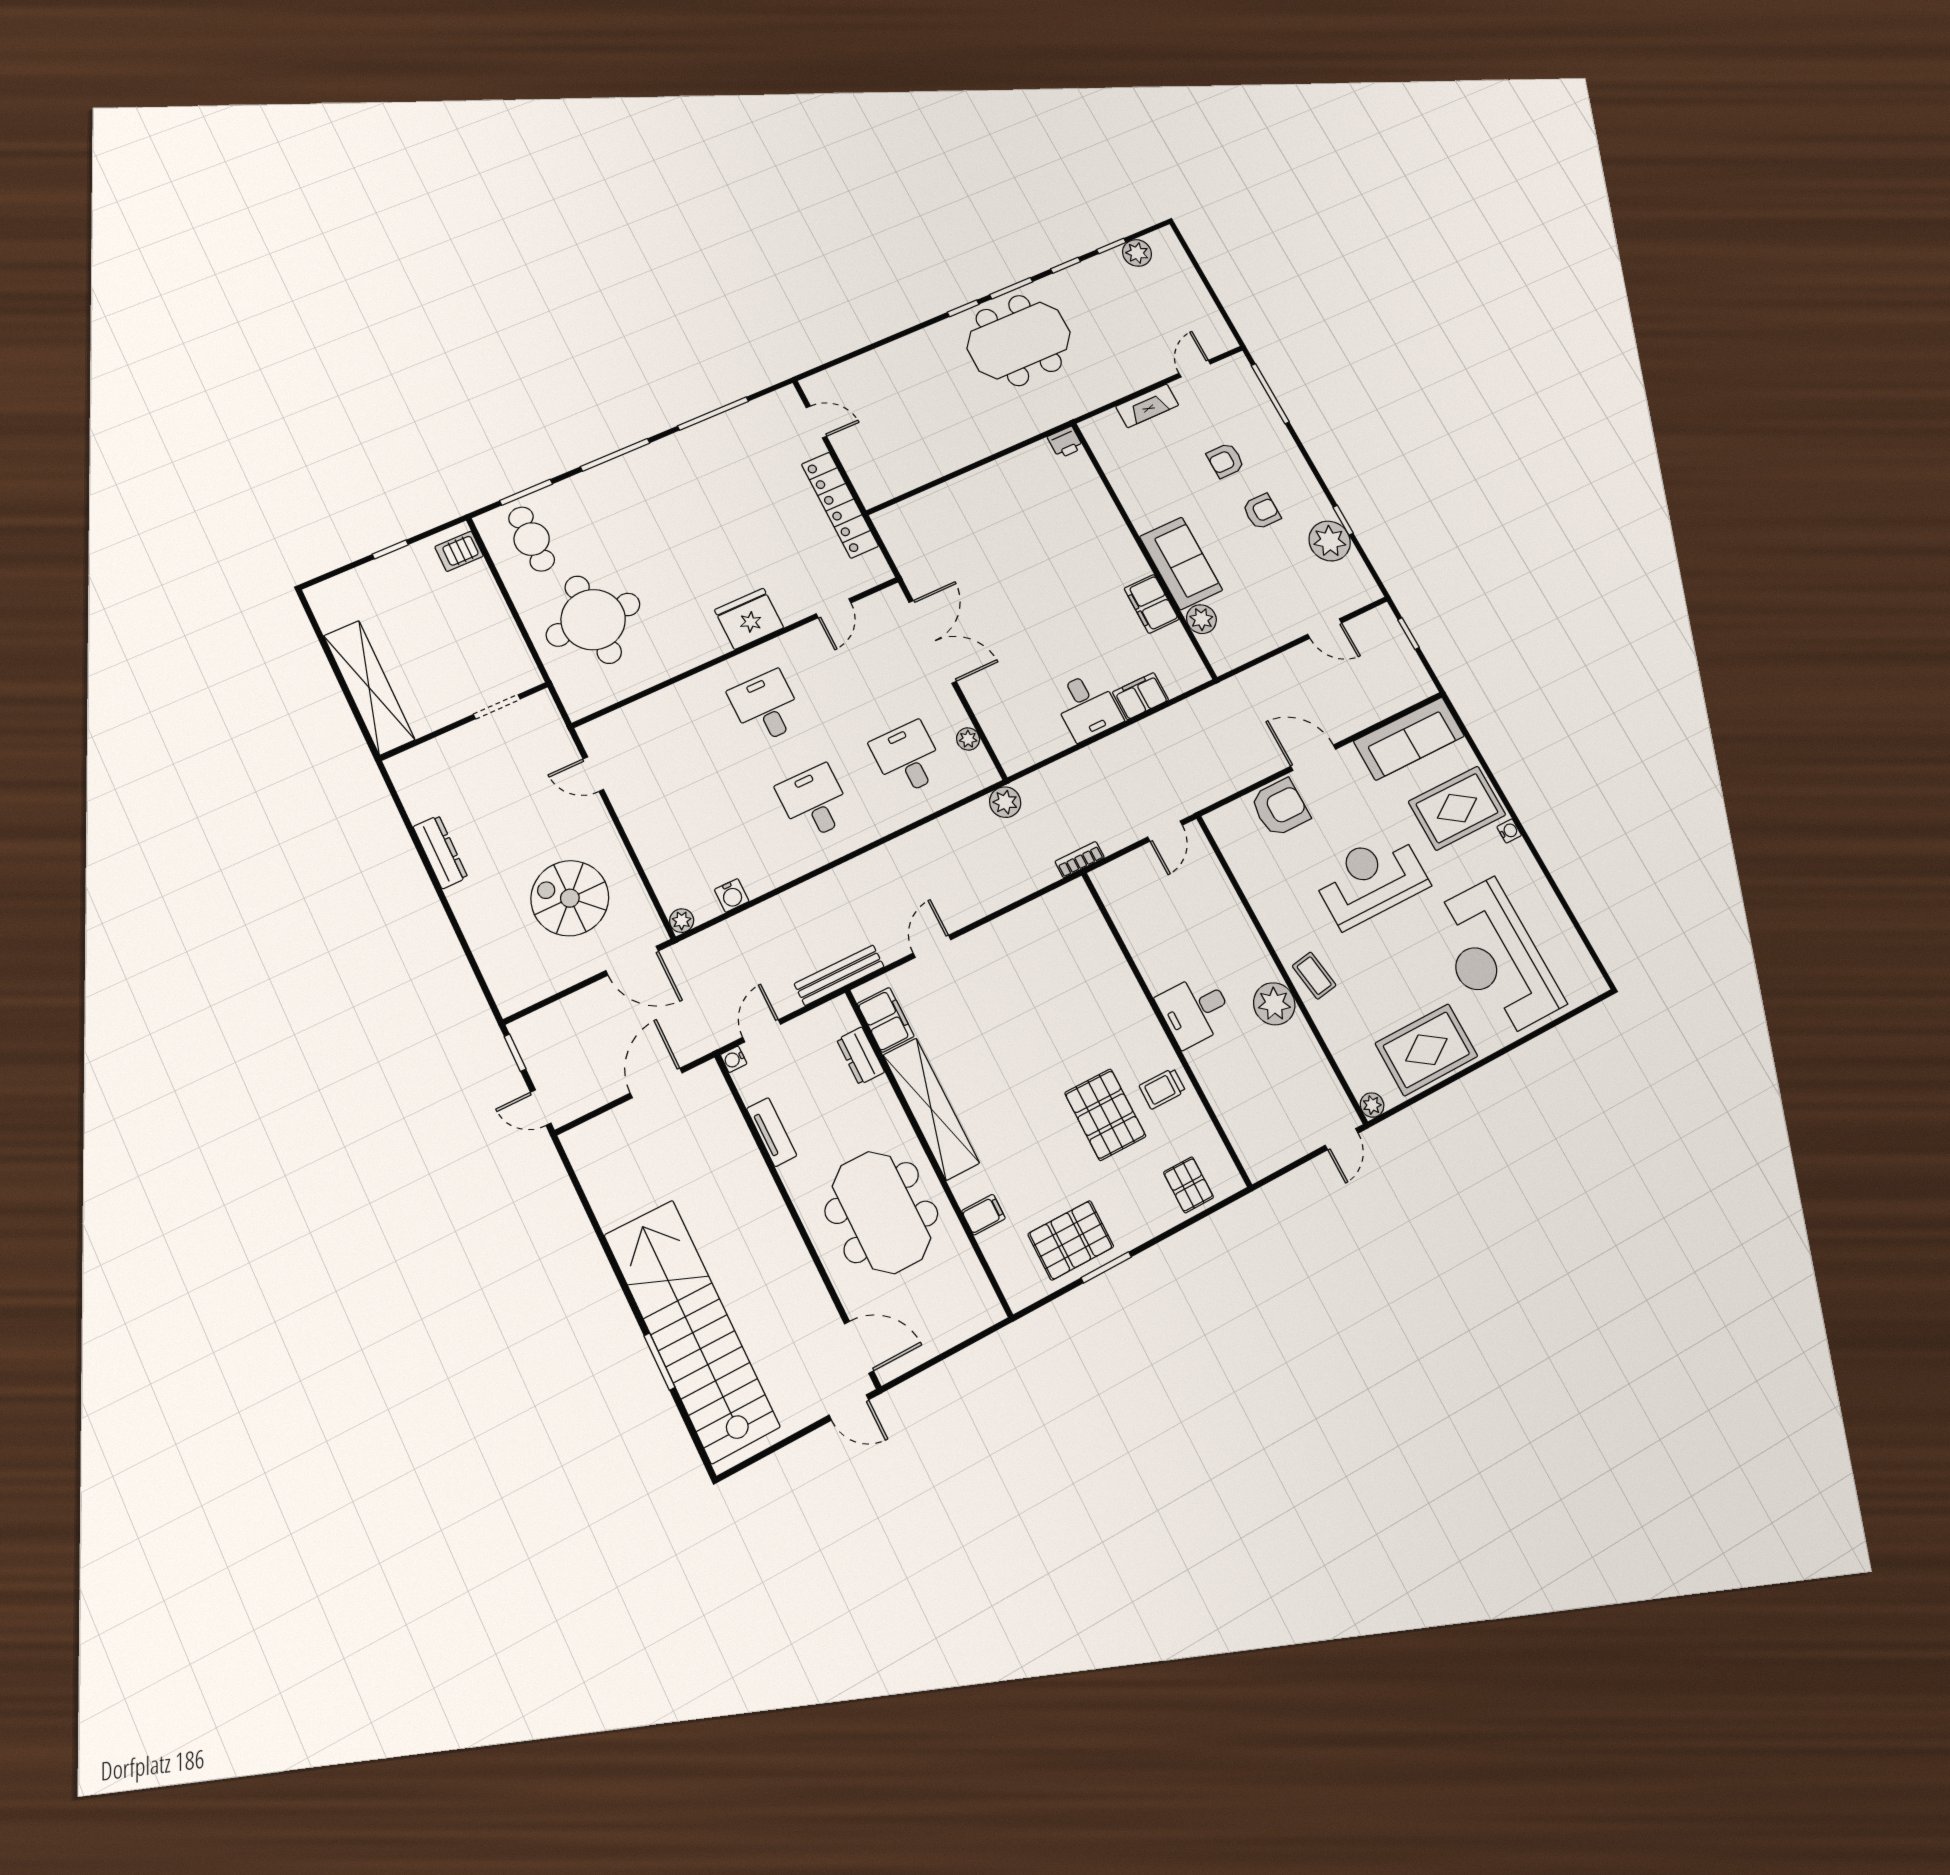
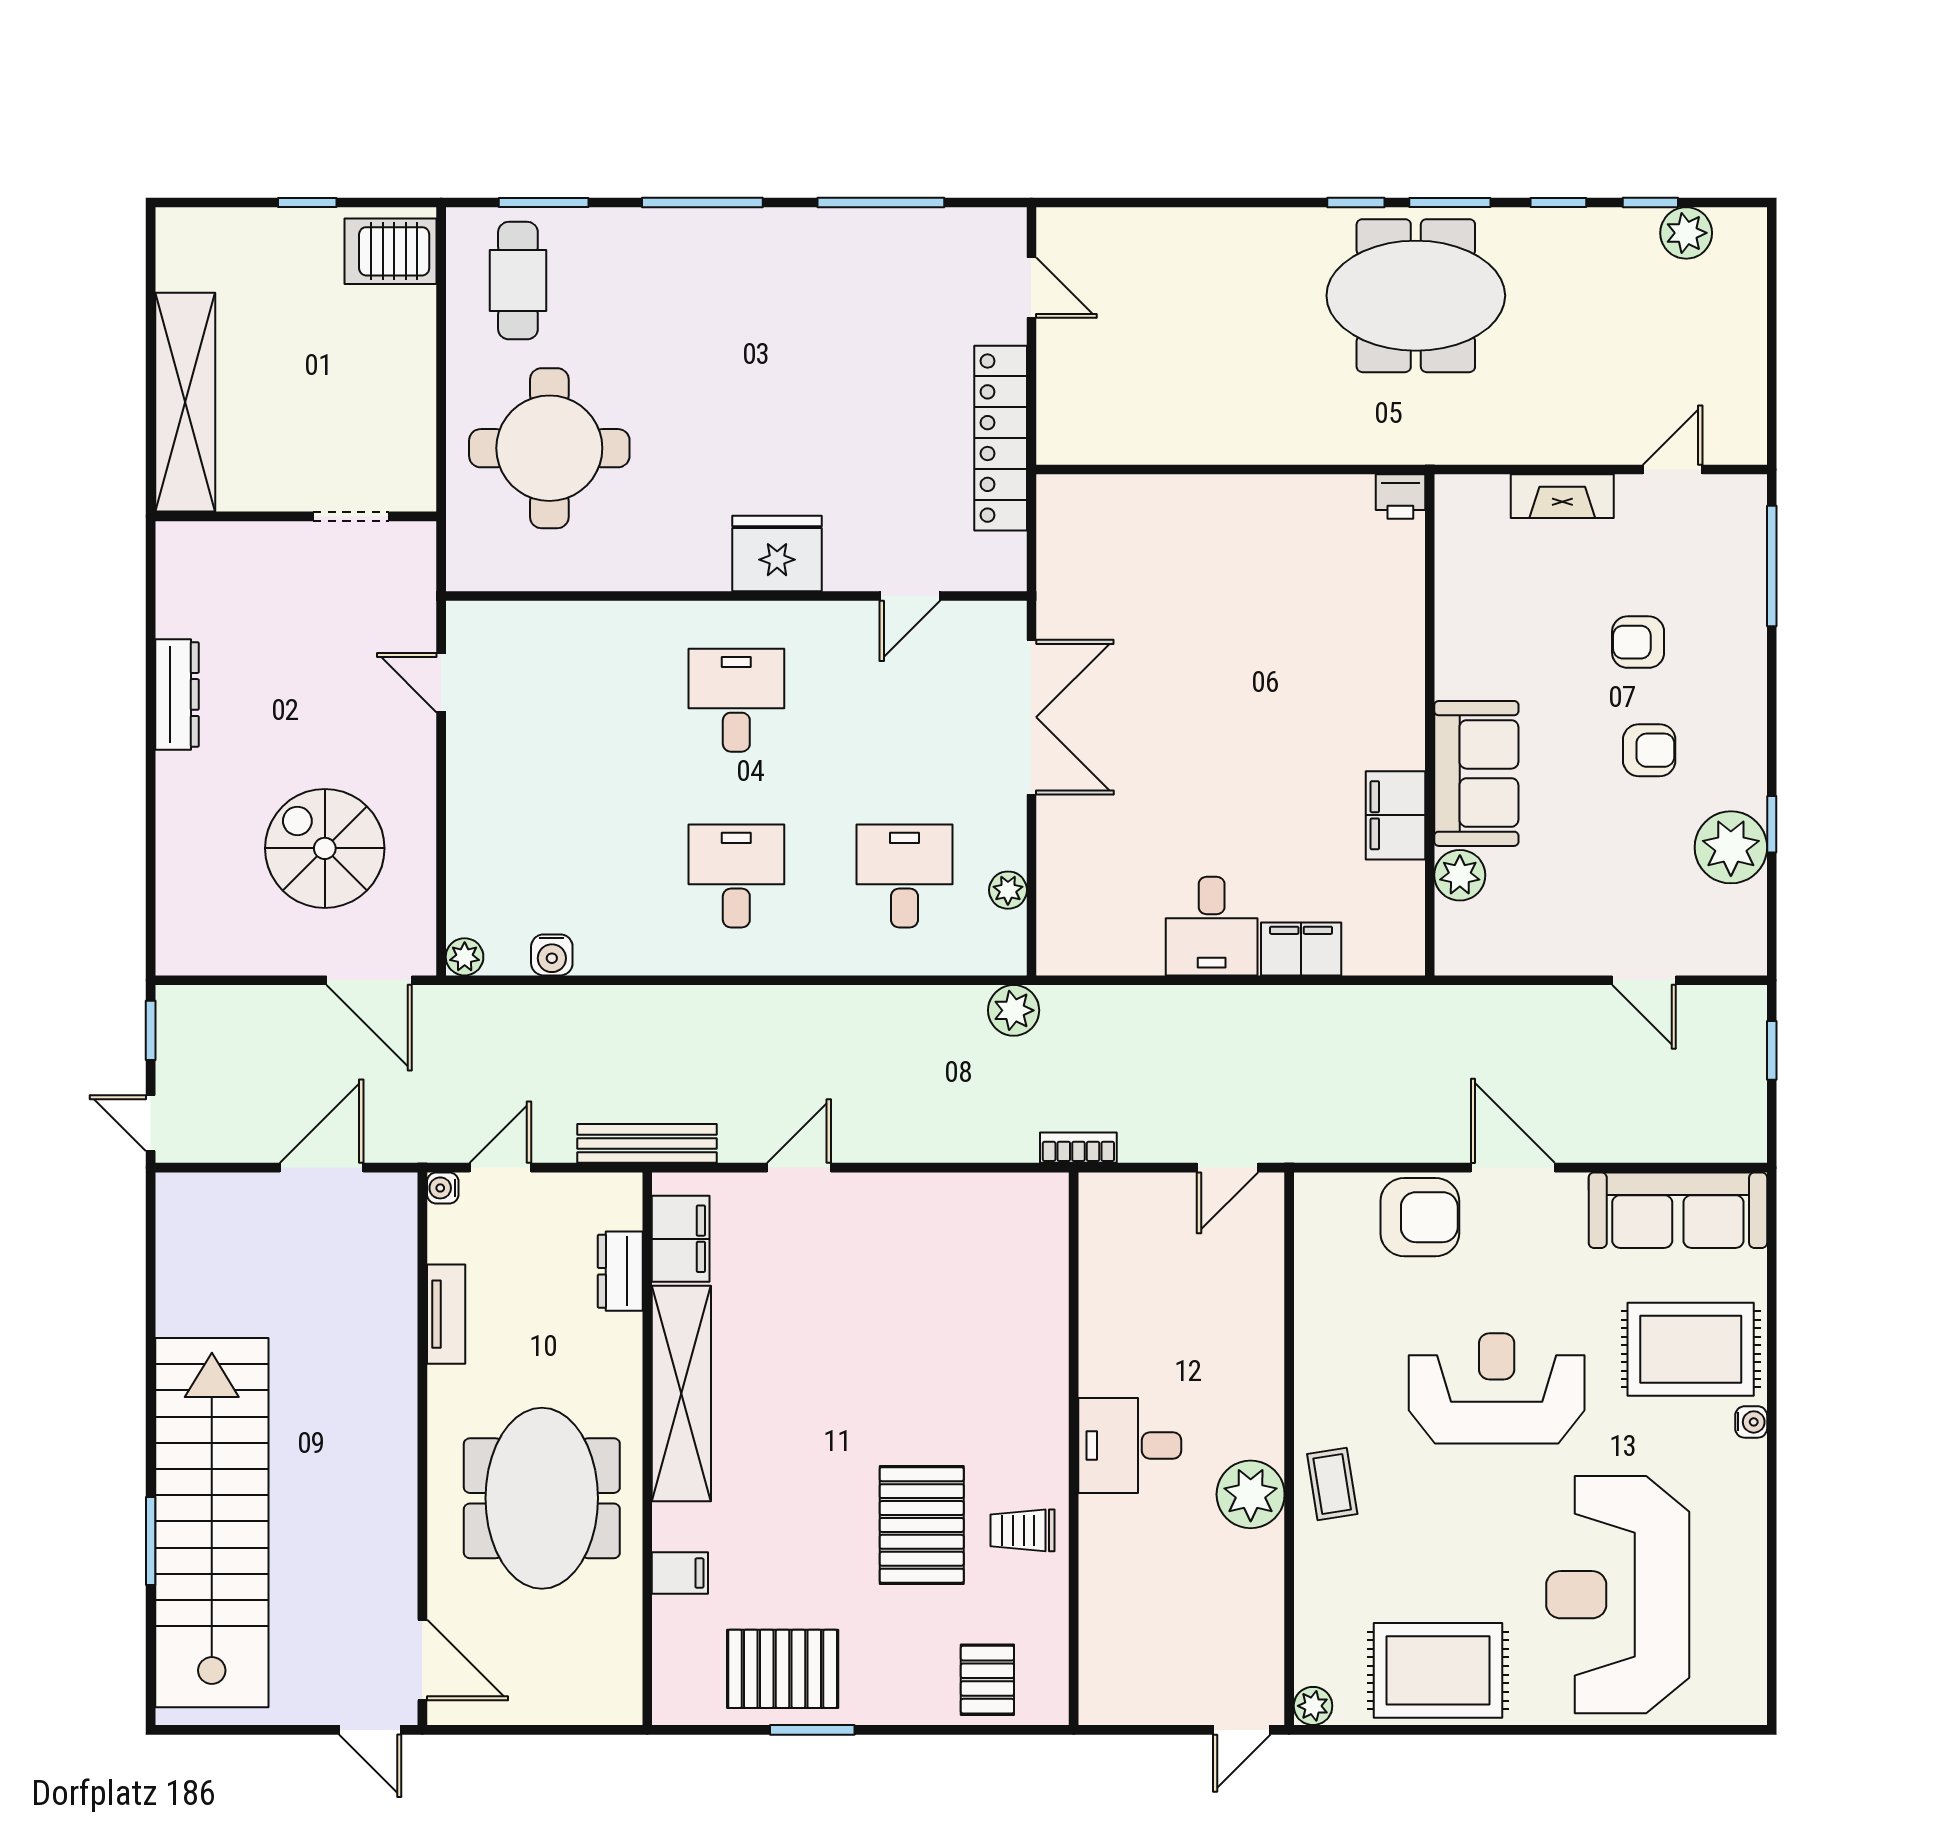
server rack: (459, 551) -> (390, 251), width x1.36, depth x1.44

